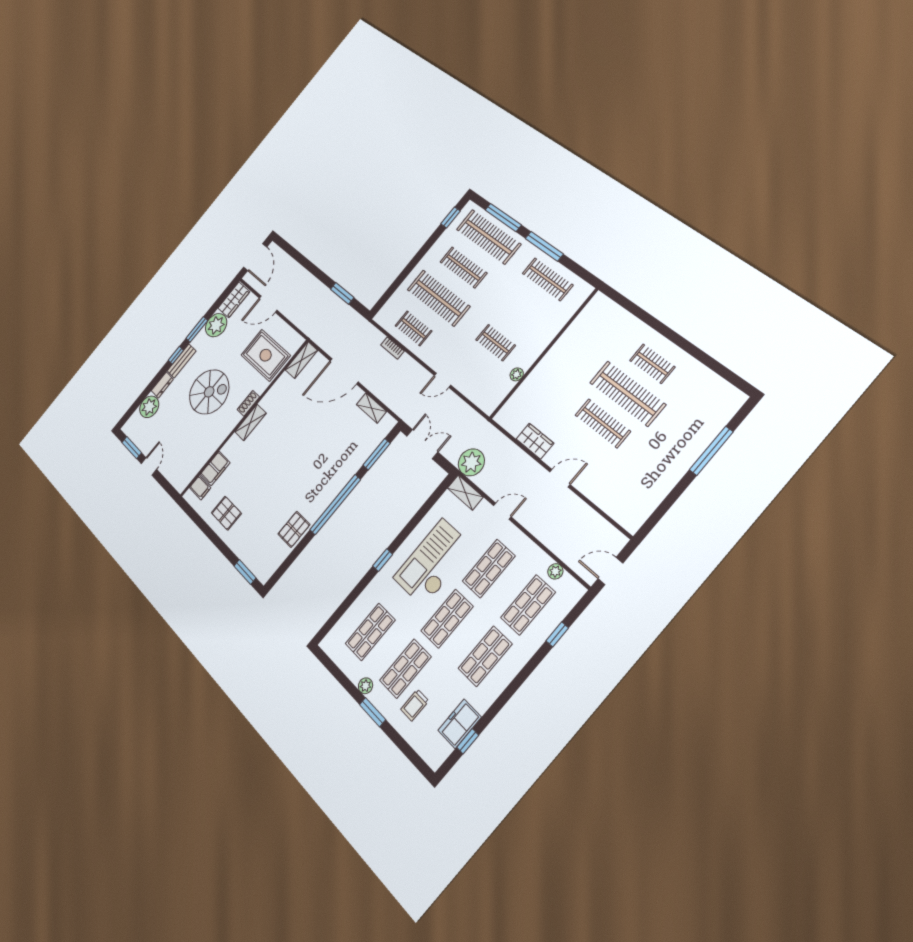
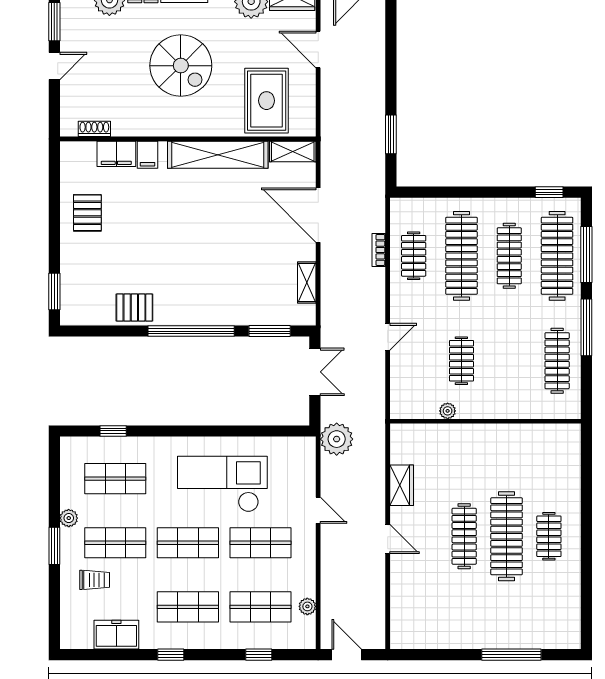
door: (442, 380) -> (388, 337), swing flipped
shoe rack: (248, 403) -> (94, 129), moved
shelving: (250, 422) -> (218, 155), width x2.20, depth x1.33
filing cabinet: (200, 488) -> (147, 155), moved
shelving: (465, 492) -> (306, 458), removed
window: (383, 560) -> (113, 431), moved
trolley: (415, 705) -> (95, 580), turned 180
window: (468, 741) -> (171, 655), moved

